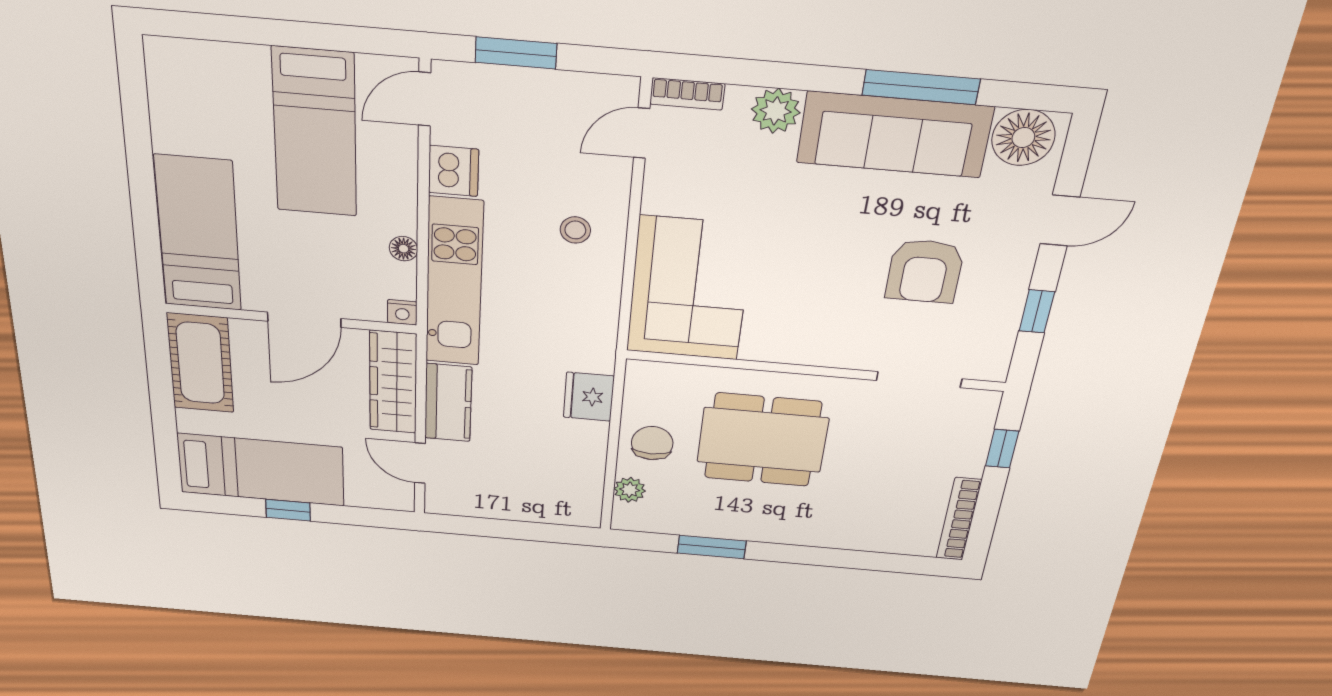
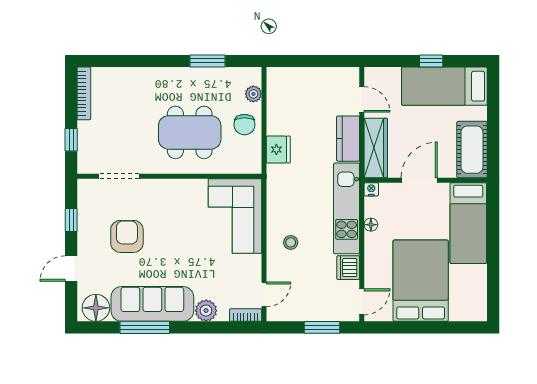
bed: (315, 133) -> (421, 281), width x1.50

